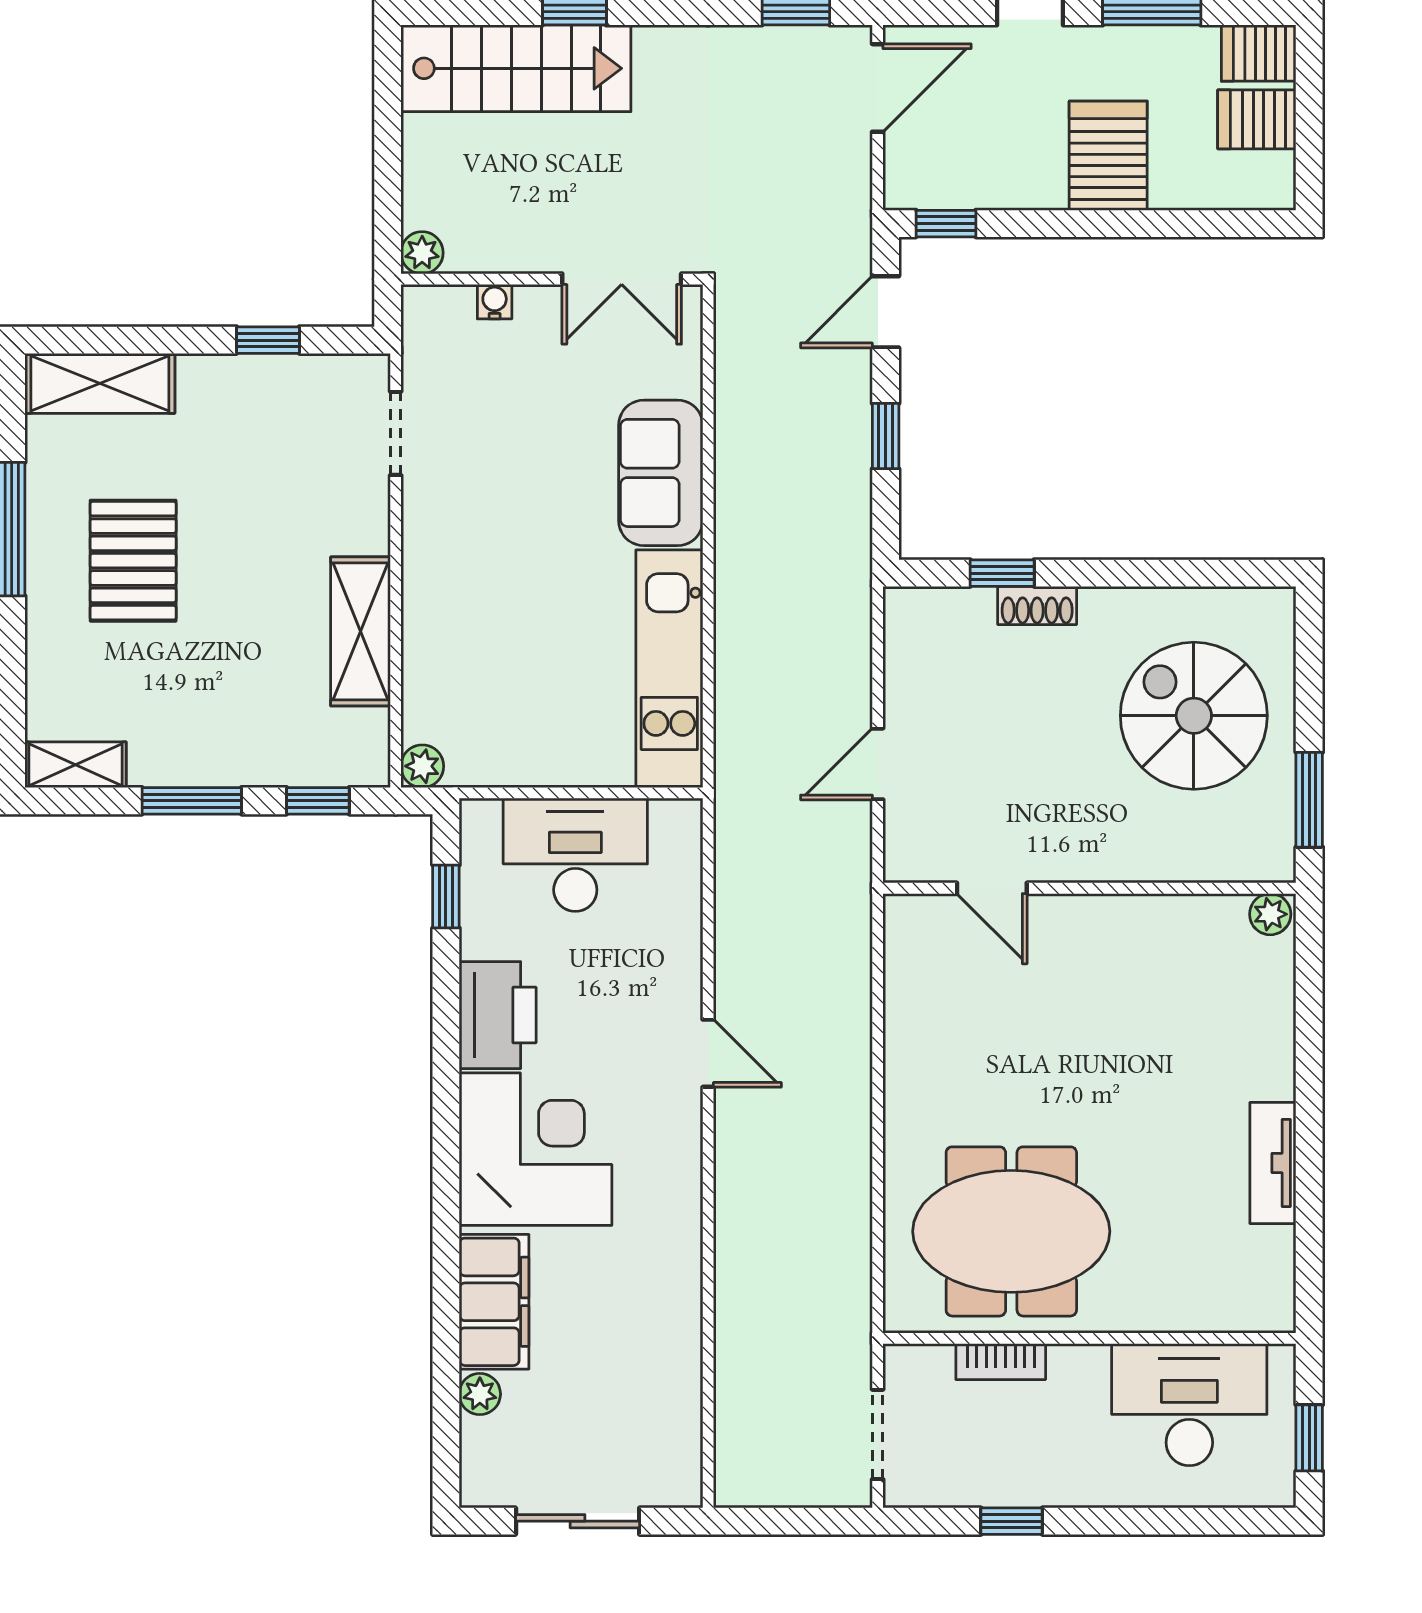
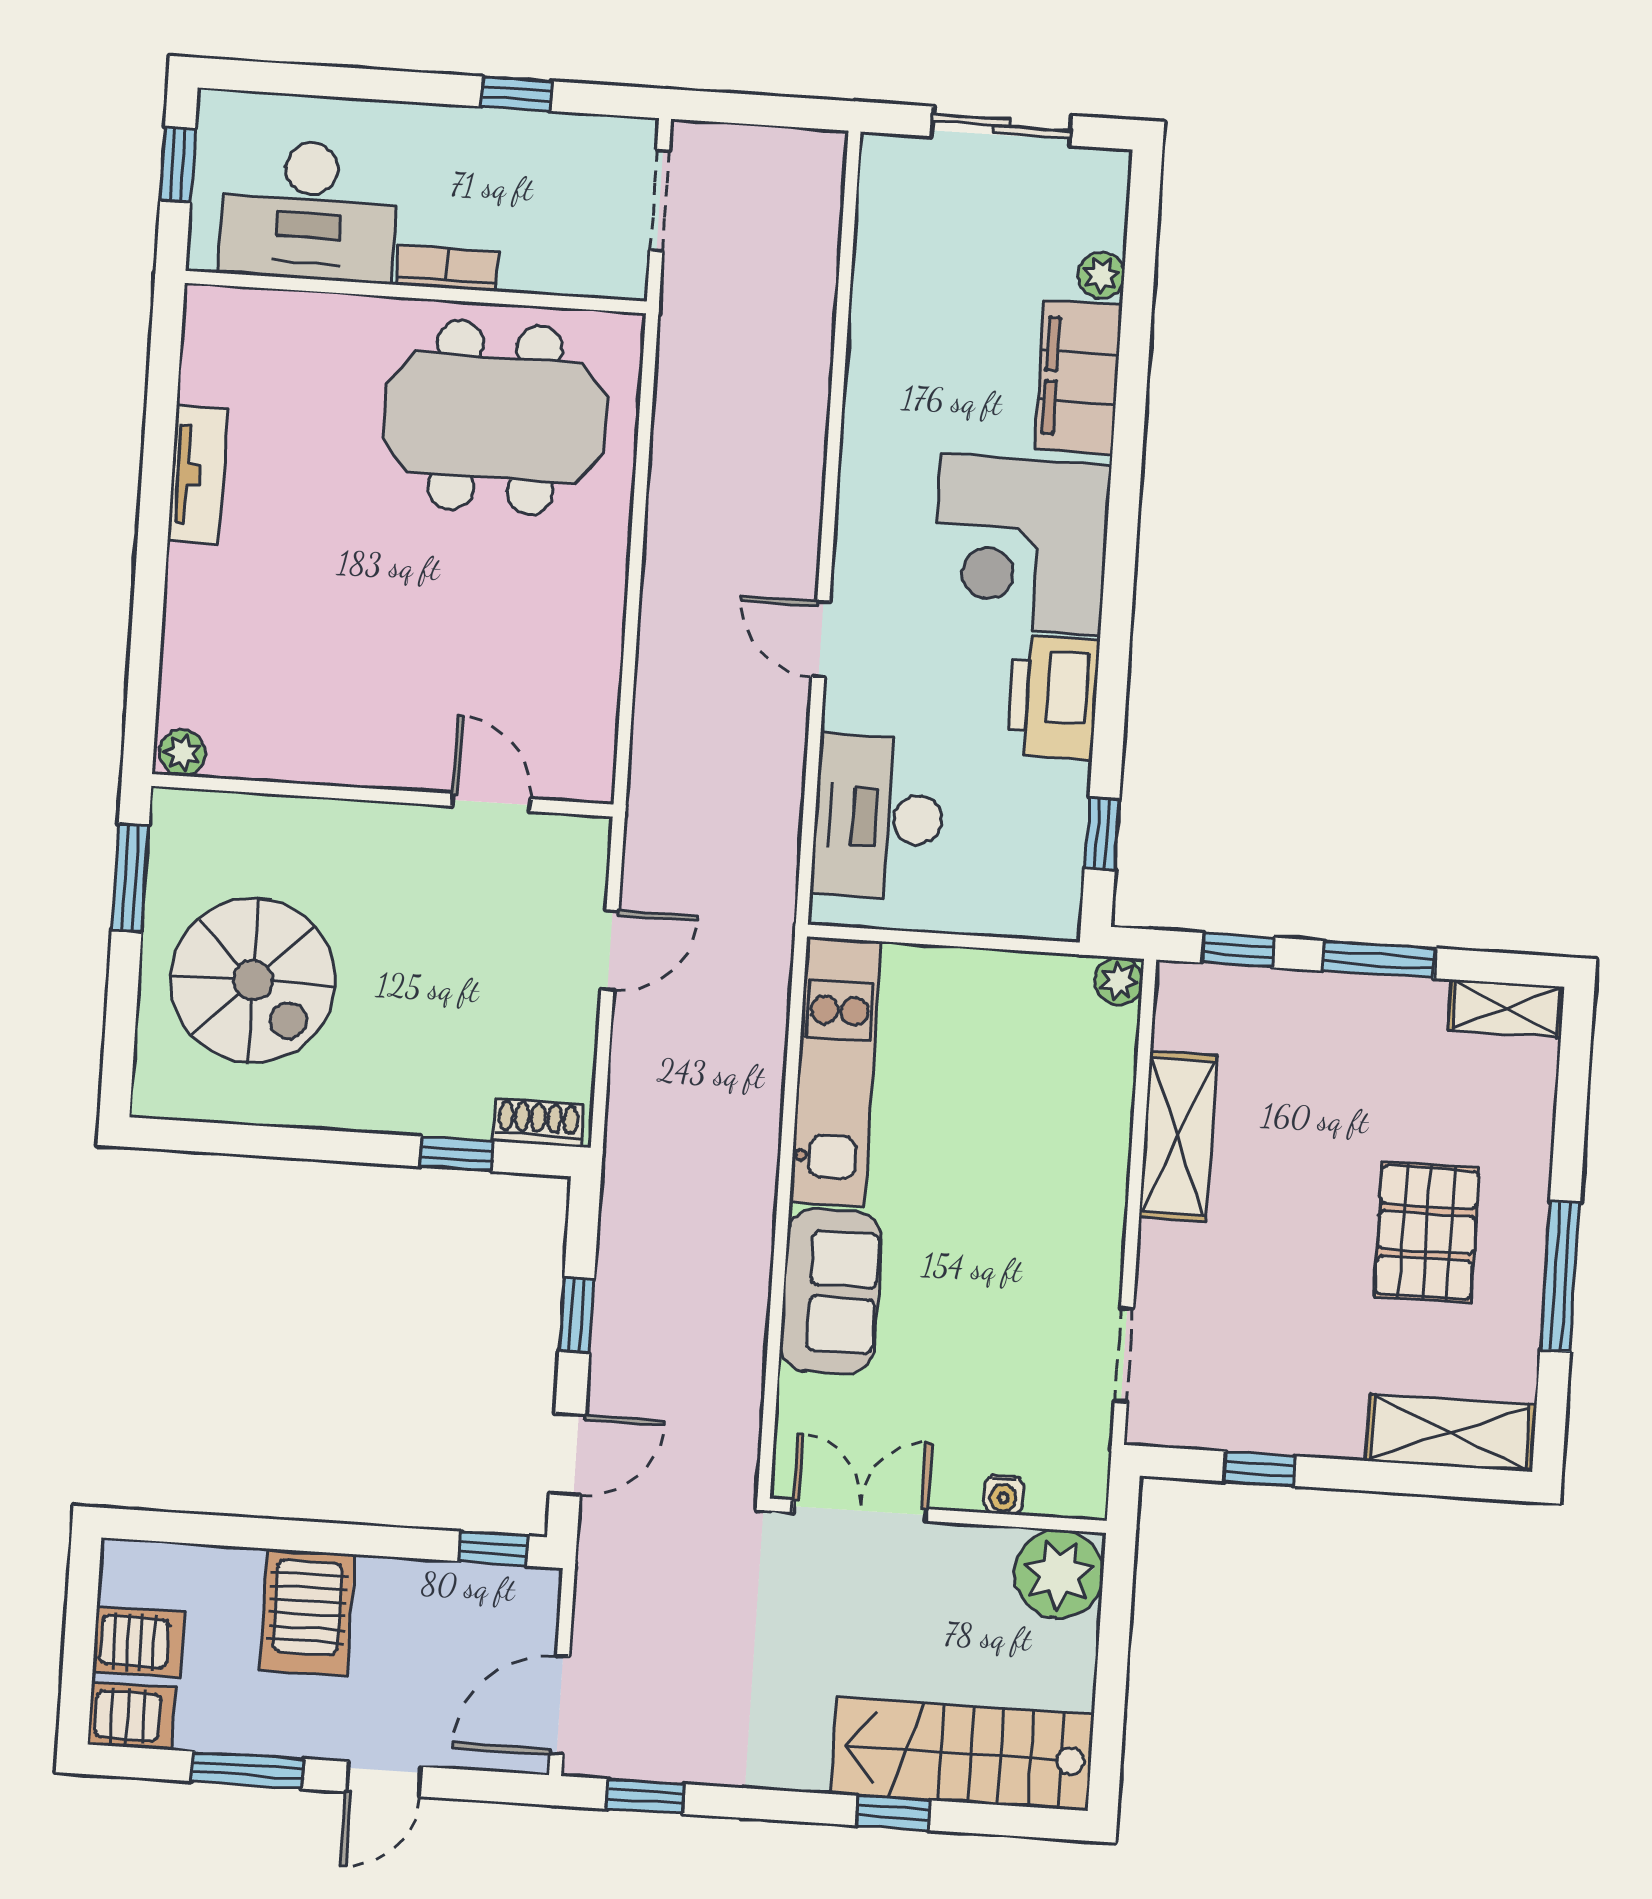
plant: (422, 253) -> (1059, 1574), width x1.88, depth x1.88
shoe rack: (1037, 605) -> (538, 1123), moved
desk: (575, 855) -> (878, 818), moved, turned 90
bookcase: (1001, 1362) -> (448, 268), moved

